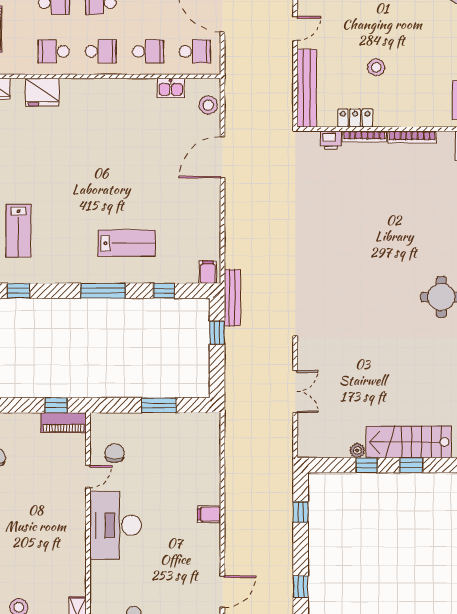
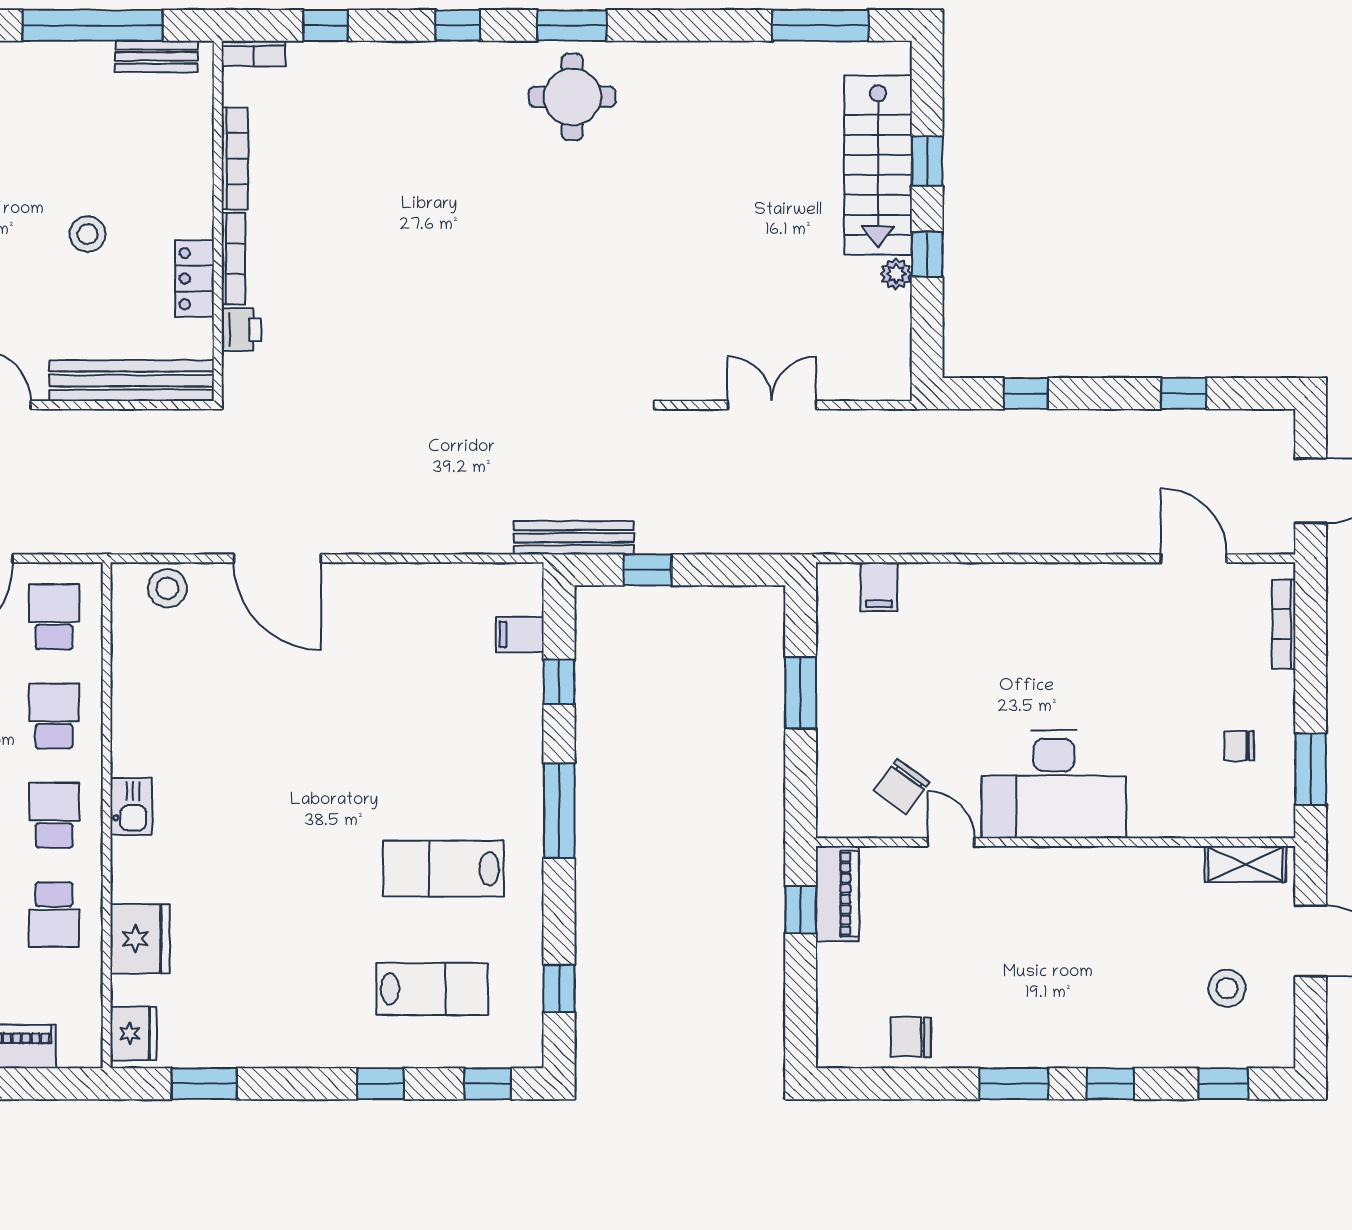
kitchen sink: (171, 88) -> (131, 806), moved
lab bench: (127, 243) -> (443, 869), moved, turned -90
filing cabinet: (208, 272) -> (520, 635), moved
chair: (114, 453) -> (902, 786), turned -54
filing cabinet: (209, 514) -> (879, 587), moved

